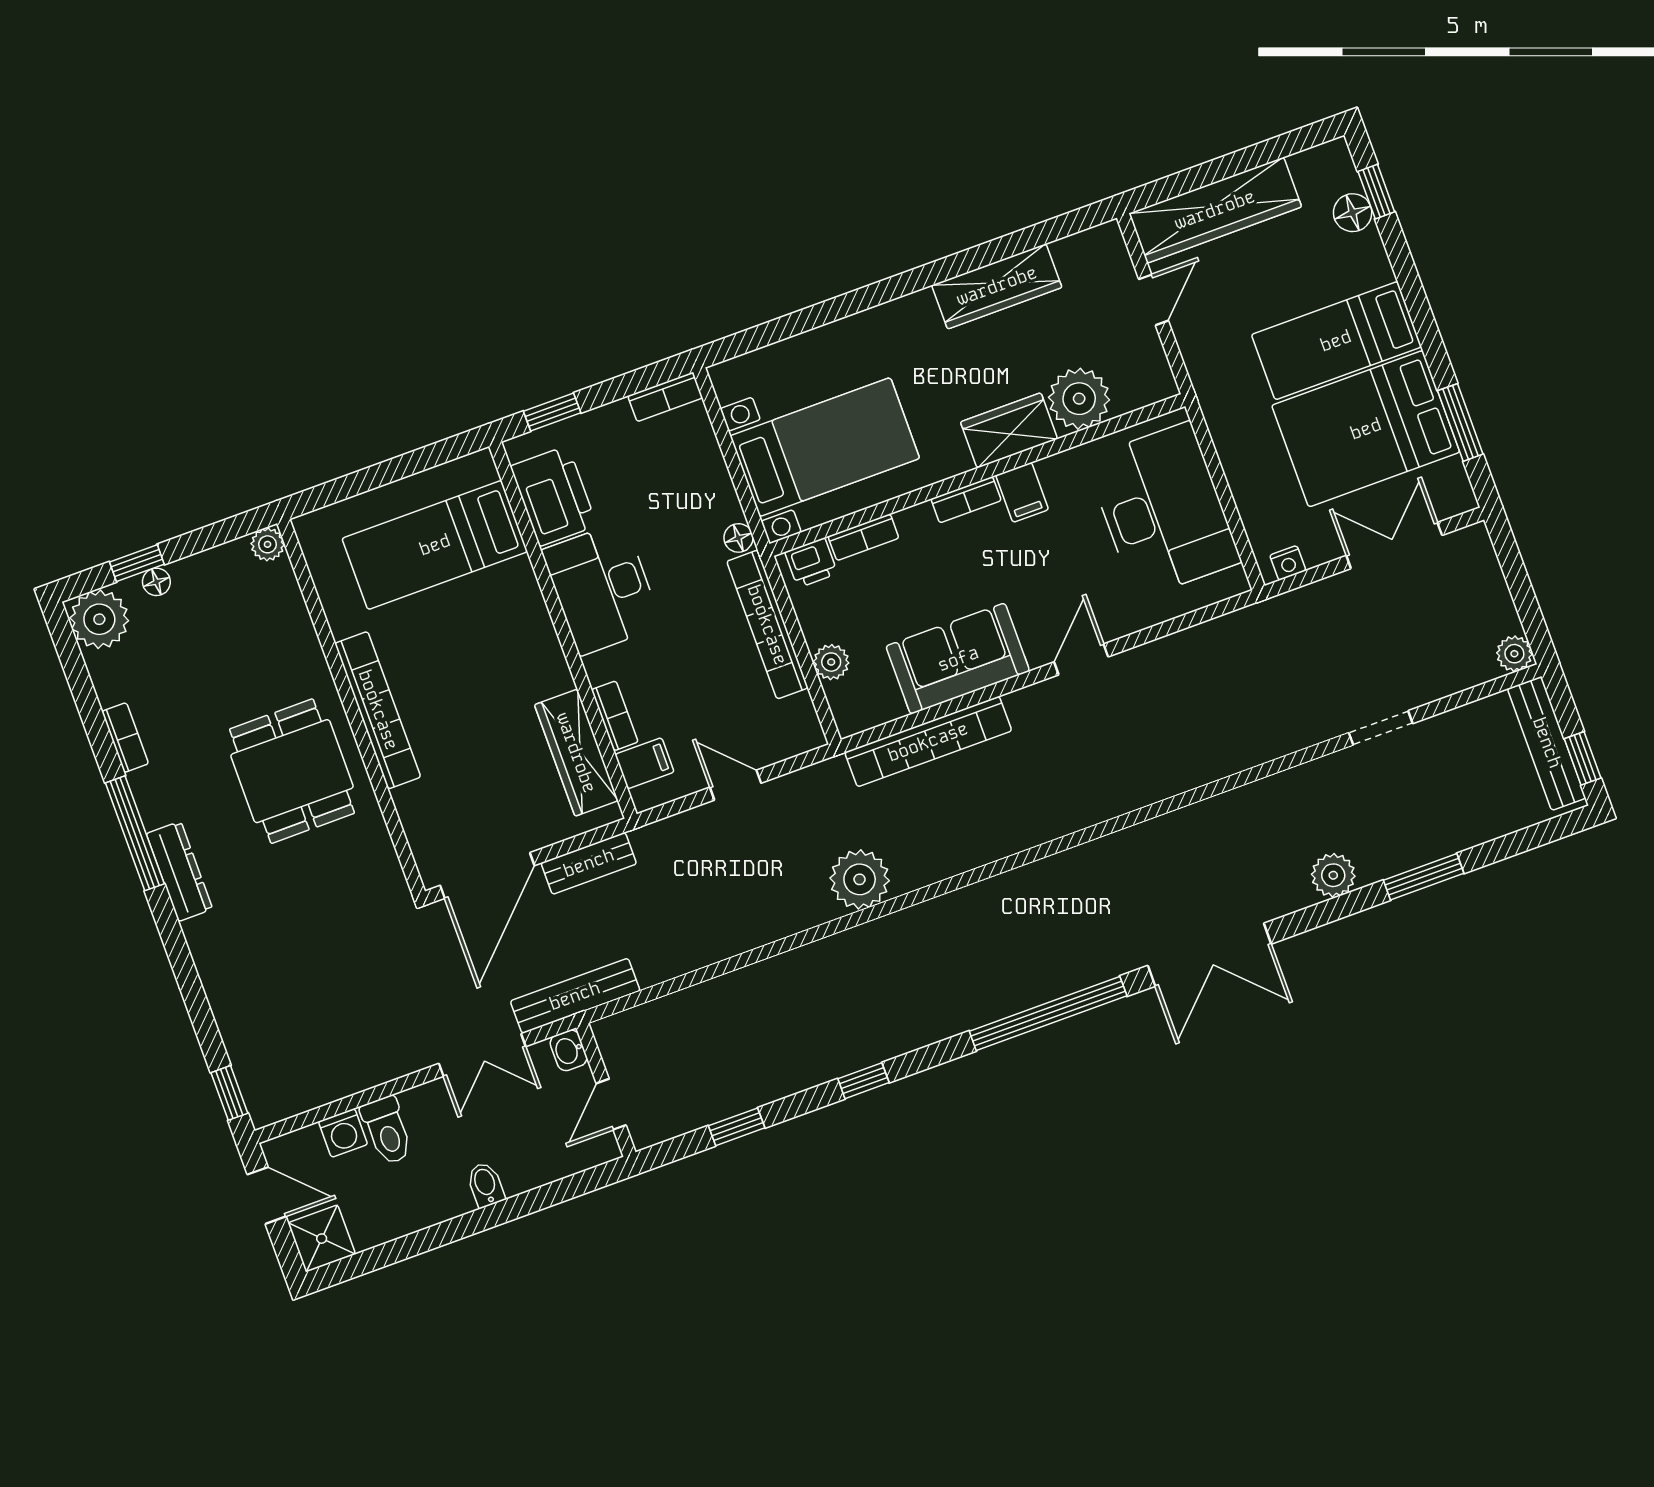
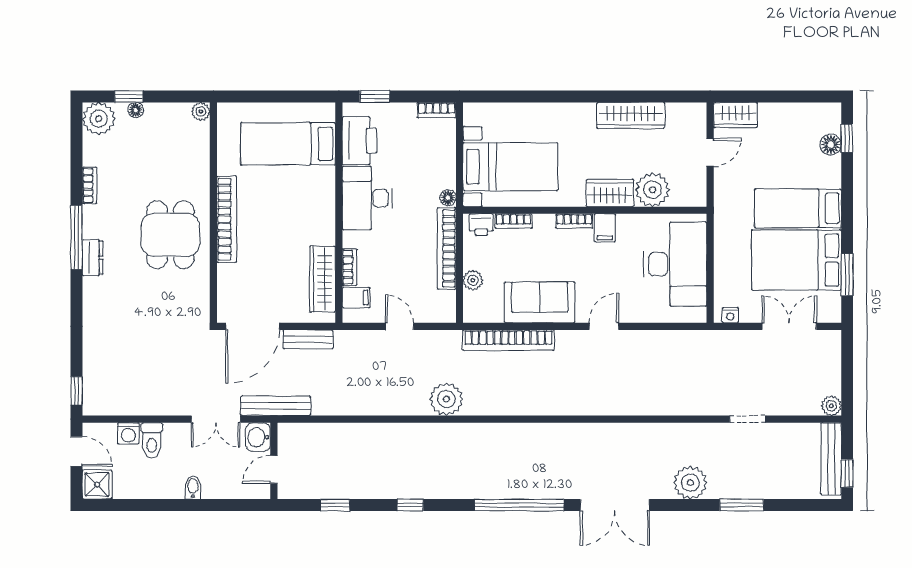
wardrobe: (1215, 210) -> (735, 115), width x0.48, depth x0.85
dresser: (179, 871) -> (93, 258), width x0.70
plant: (1333, 875) -> (690, 483), width x1.36, depth x1.36
washbasin: (569, 1050) -> (258, 437), width x1.38, depth x1.45

